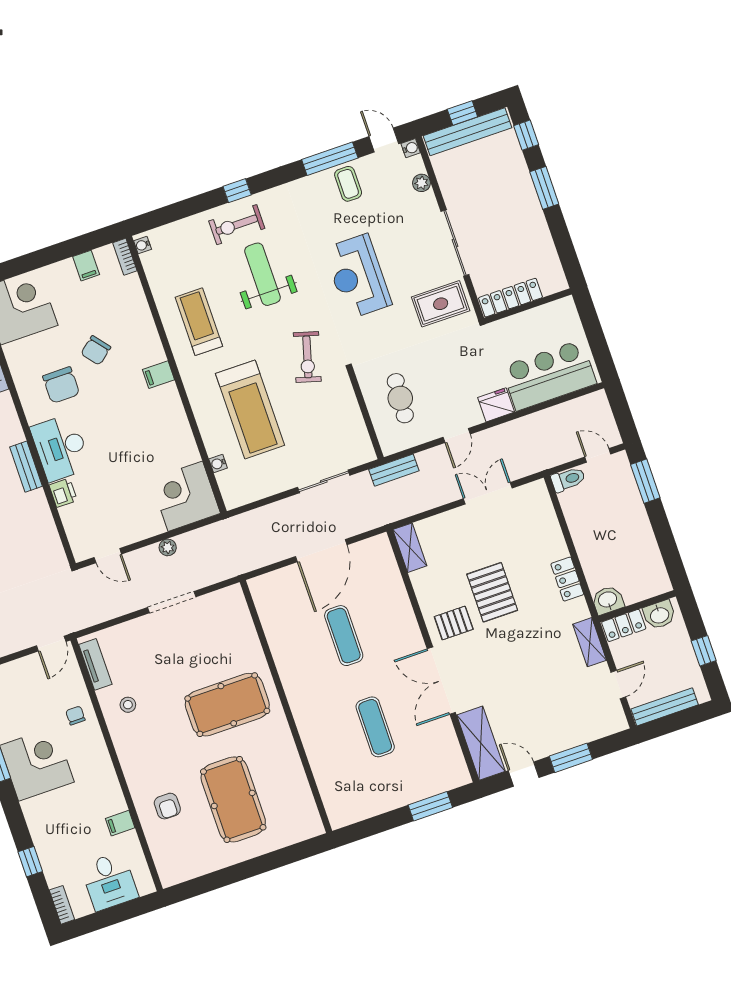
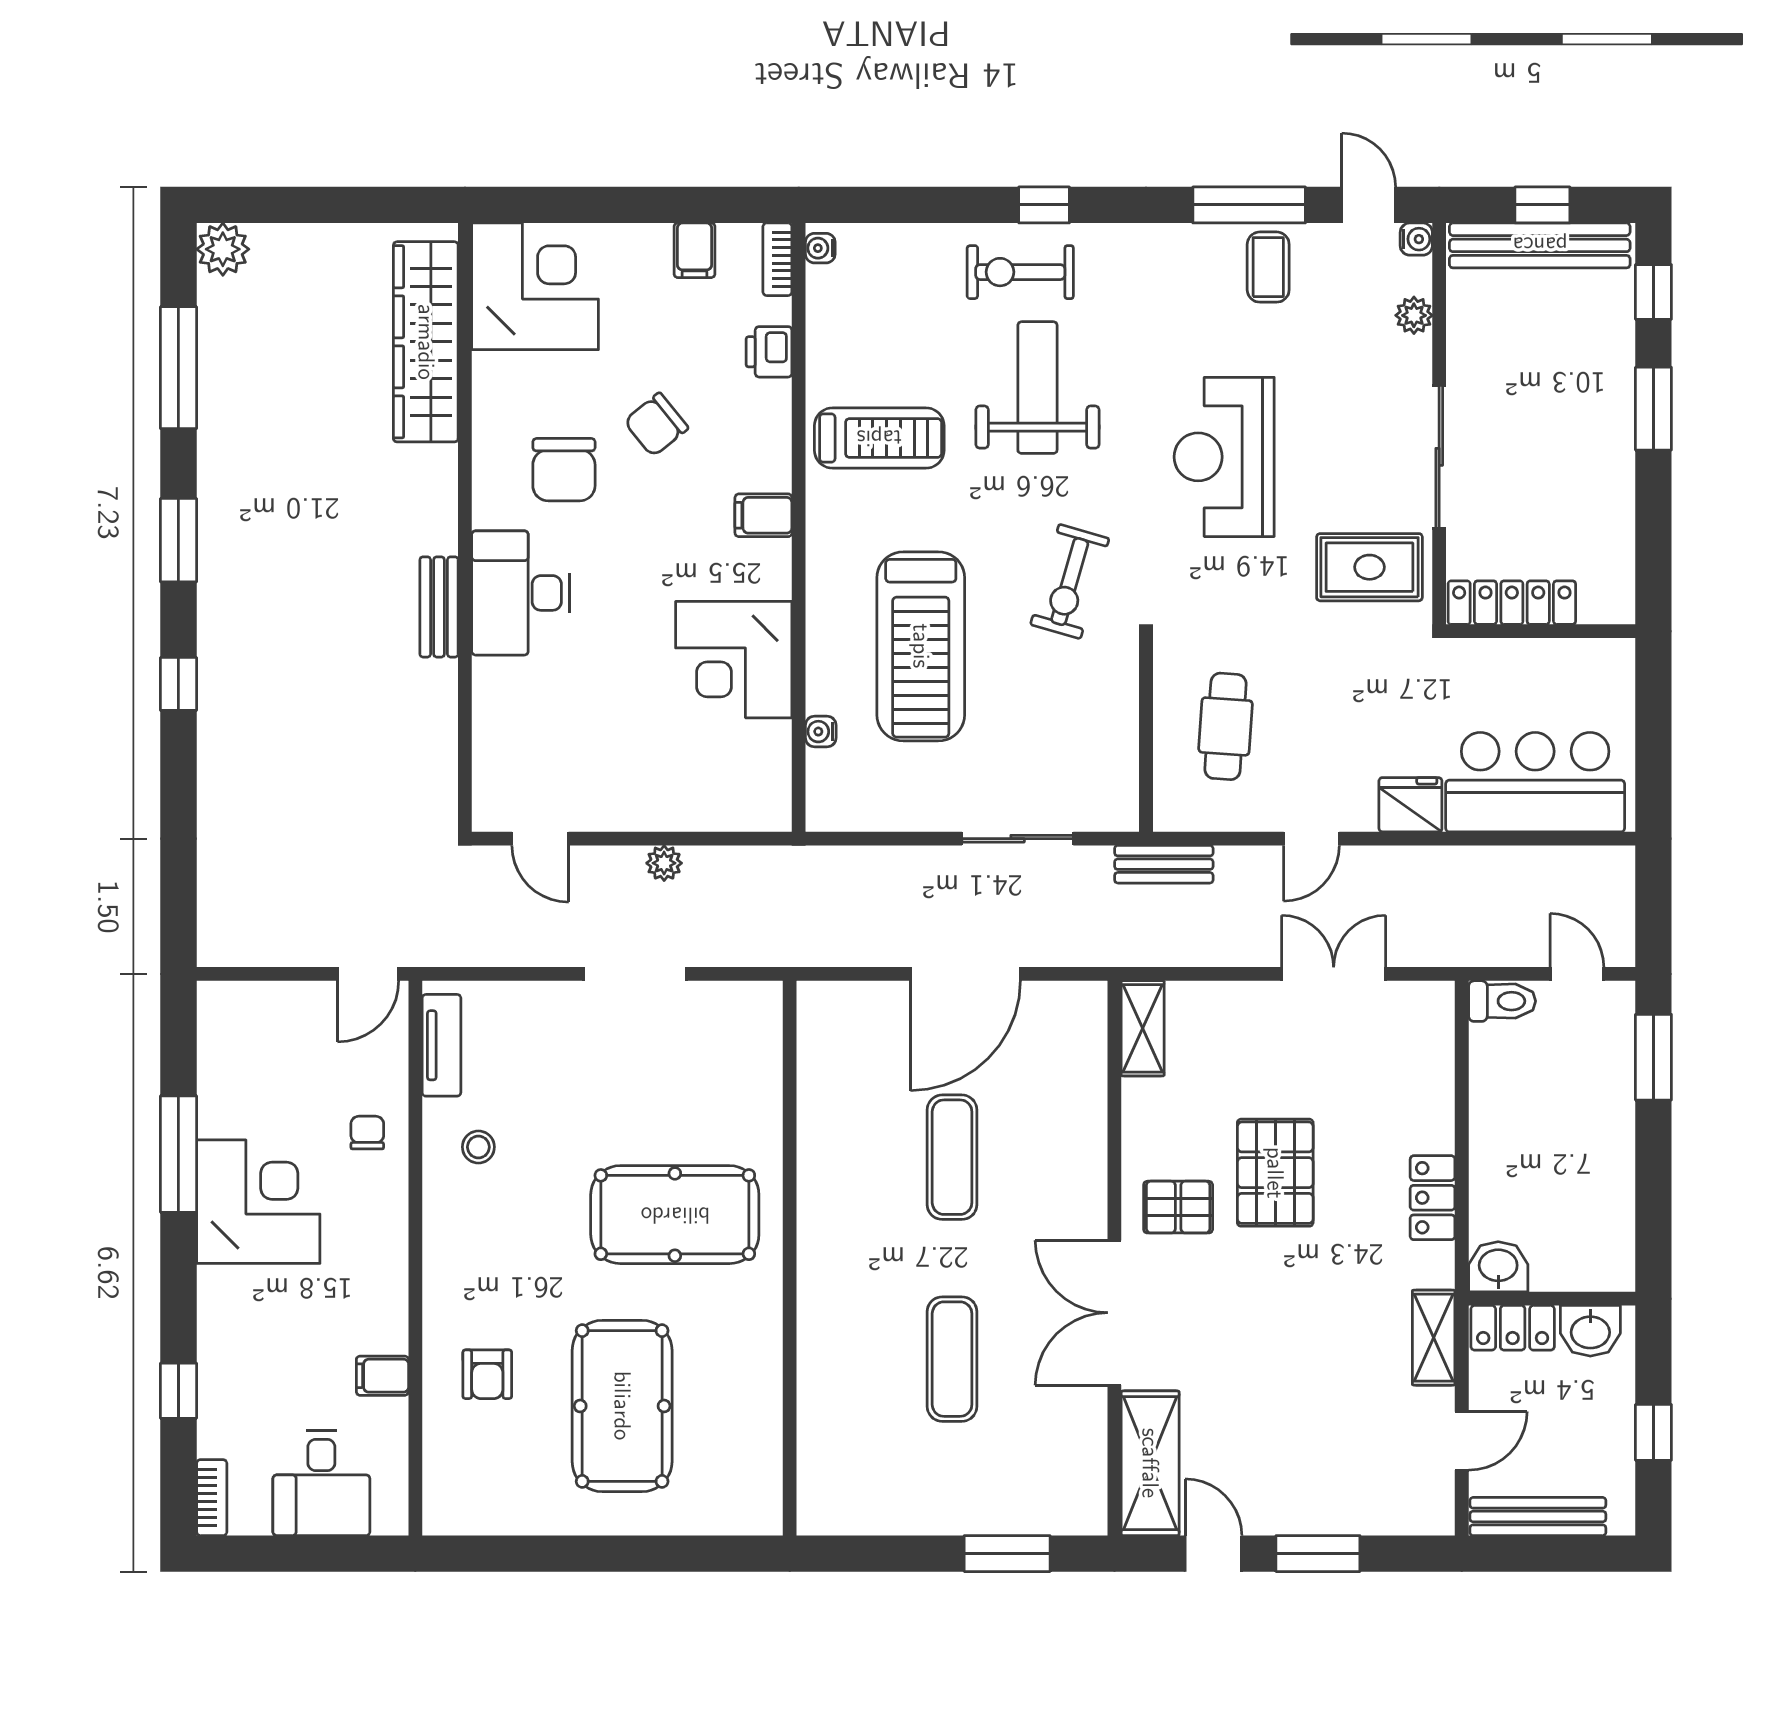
treadmill: (199, 322) -> (879, 438), turned 90
printer: (63, 493) -> (769, 352), moved, turned 180
corner desk: (185, 496) -> (734, 660), moved, turned -90

